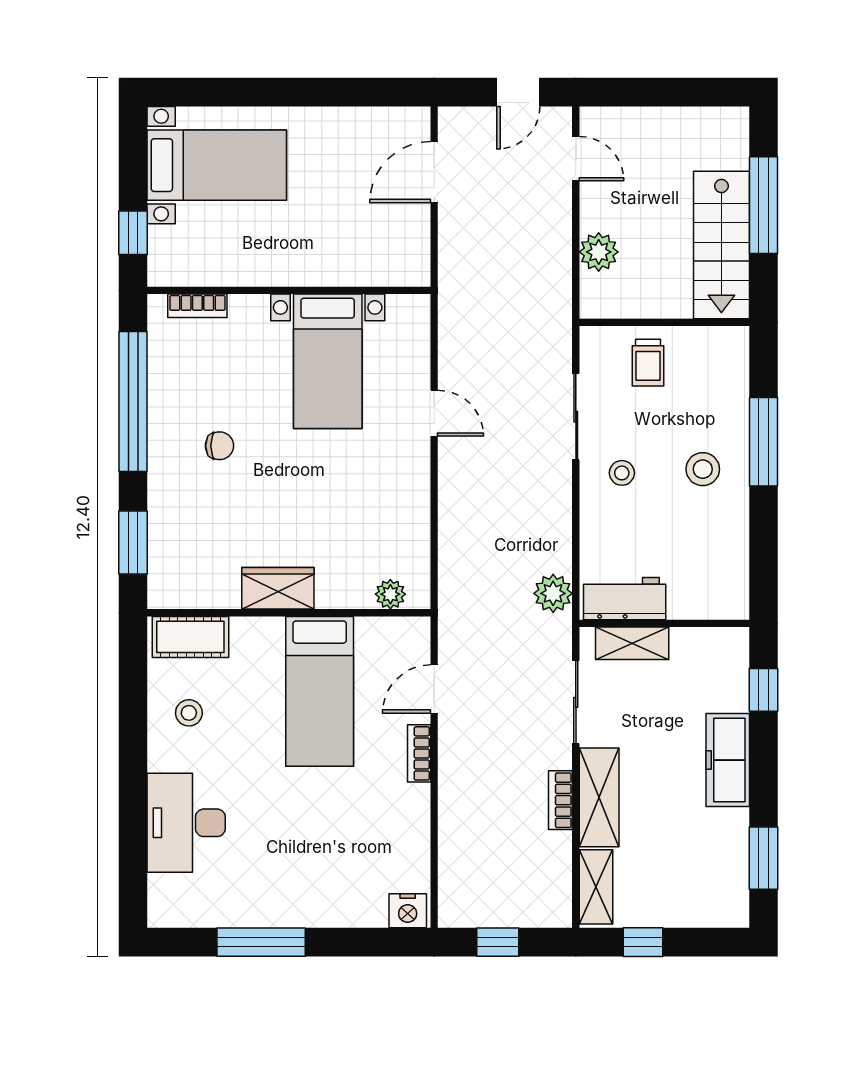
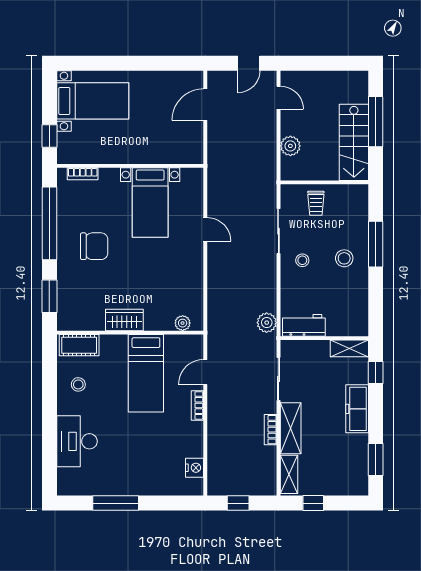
chair: (220, 446) -> (94, 246), width x1.87, depth x1.87
shelving: (632, 643) -> (349, 348), moved
nightstand: (408, 911) -> (194, 468), moved, turned -90

